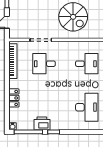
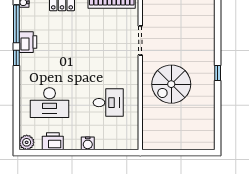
desk: (44, 64) -> (108, 45), removed
desk: (87, 64) -> (108, 103), turned -90

